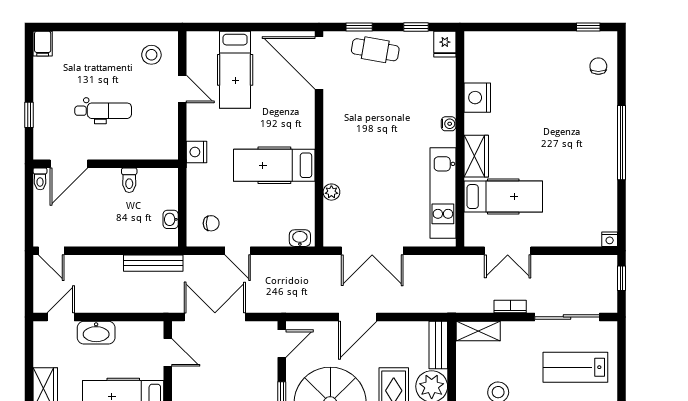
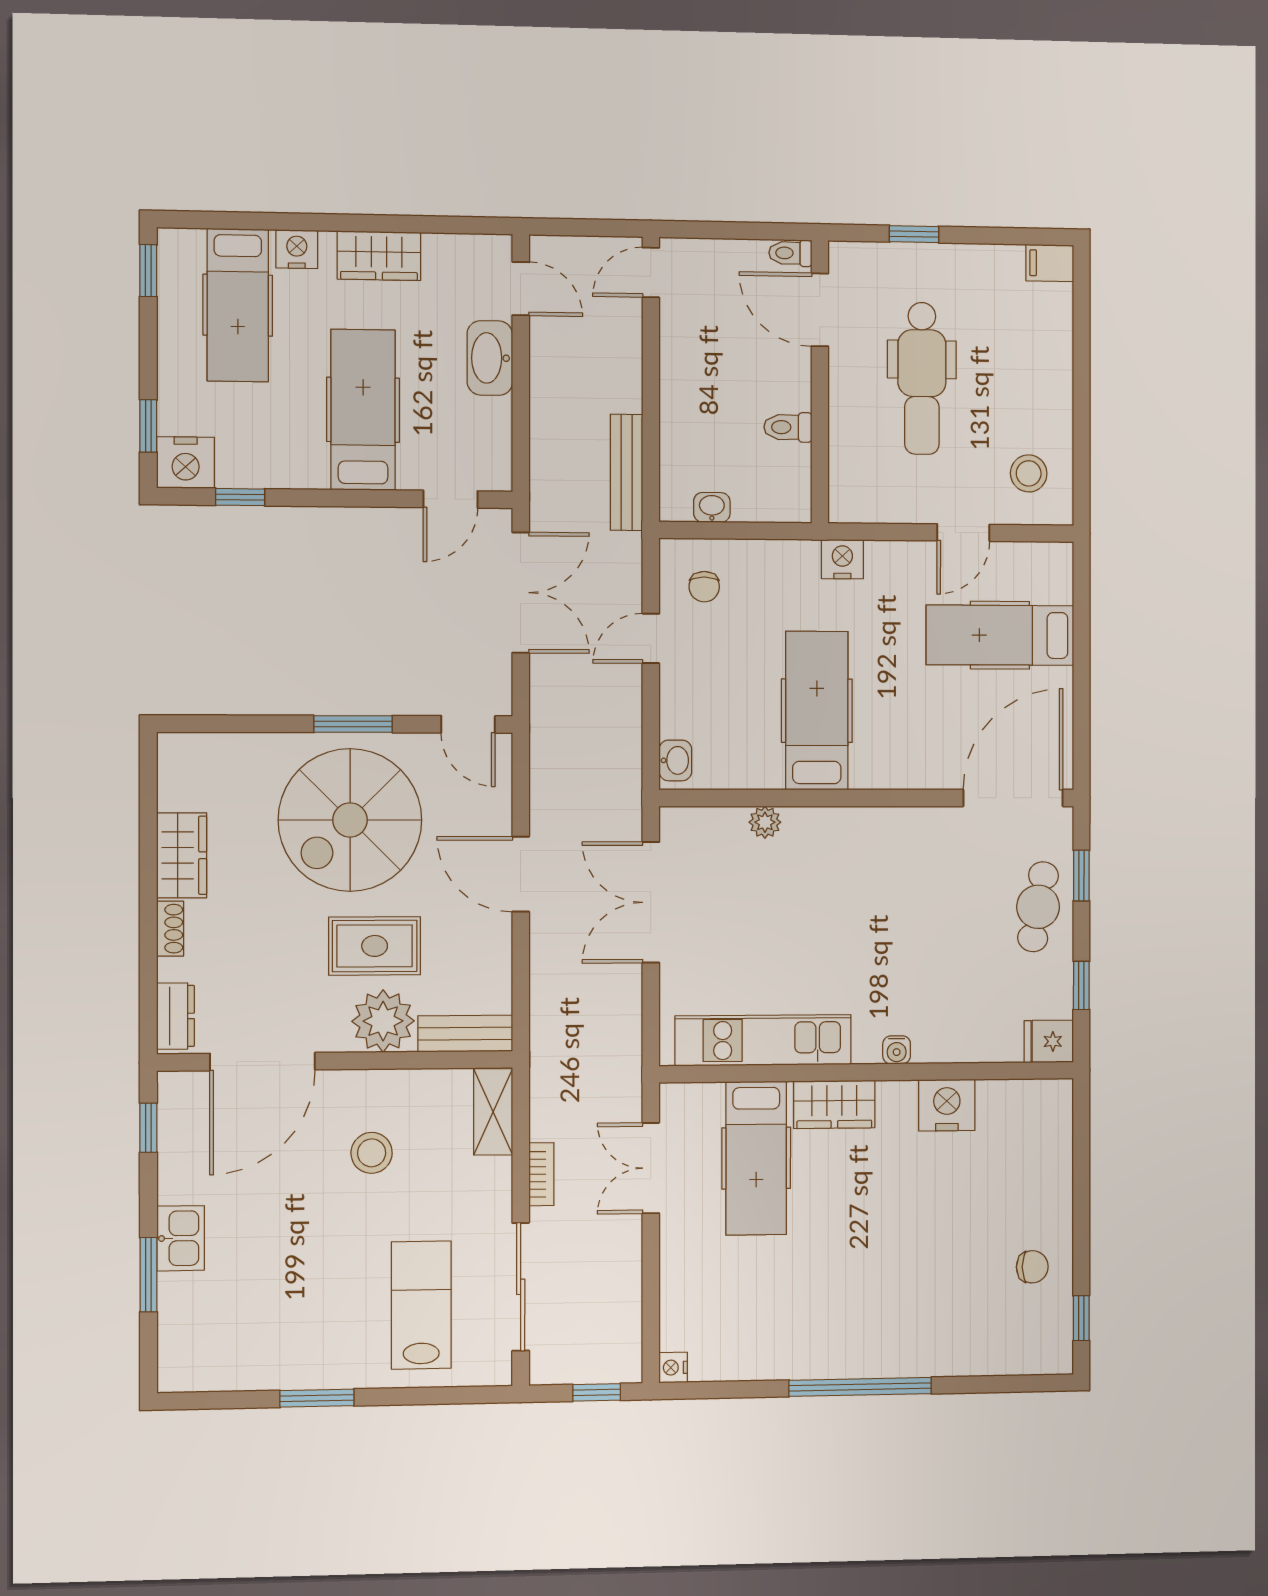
chair: (598, 66) -> (1032, 1267), moved
dental chair: (103, 111) -> (922, 378), width x1.36, depth x1.38

